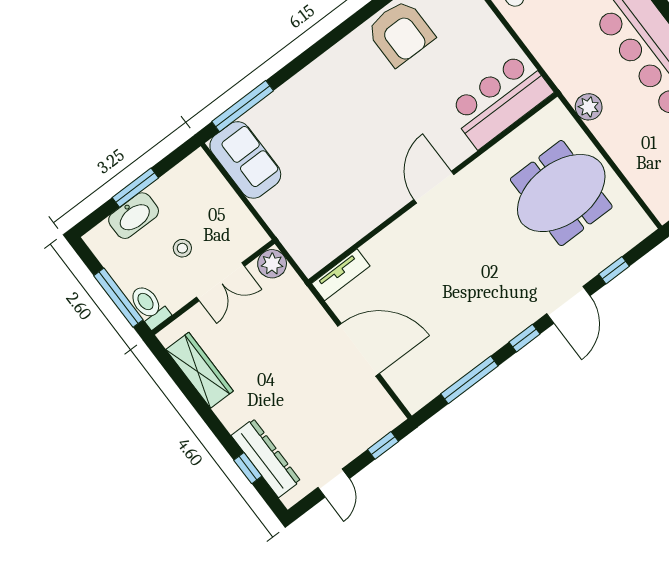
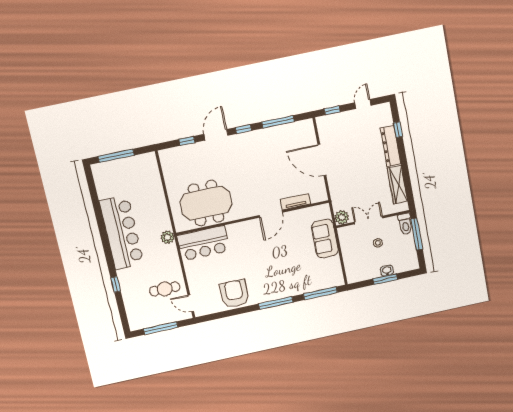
window: (316, 50) -> (276, 303), added
plant: (589, 107) -> (168, 237), moved
sofa: (245, 160) -> (325, 239), moved
door: (434, 187) -> (271, 214), moved
meeting table: (561, 193) -> (206, 203), moved
washbasin: (134, 216) -> (387, 271), width x0.52, depth x0.69
tv unit: (341, 275) -> (295, 202), moved
dresser: (266, 458) -> (391, 146), moved

